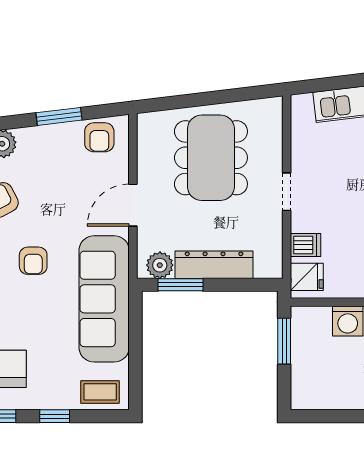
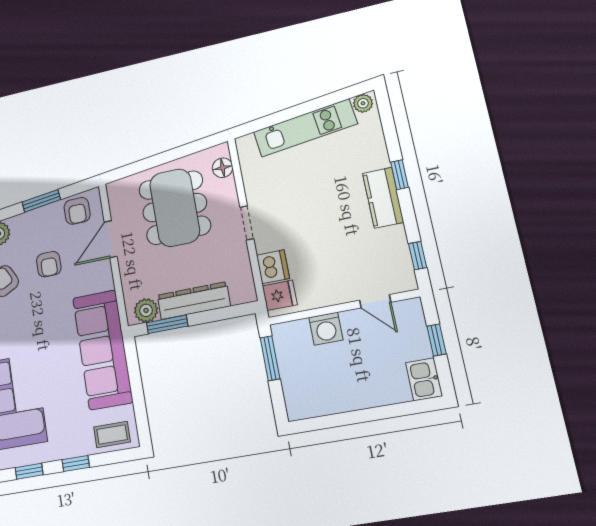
floor lamp: (272, 125) -> (223, 168), added
door: (133, 205) -> (111, 239), moved
dishwasher: (305, 245) -> (273, 267), width x1.38
armchair: (33, 261) -> (49, 264), moved

